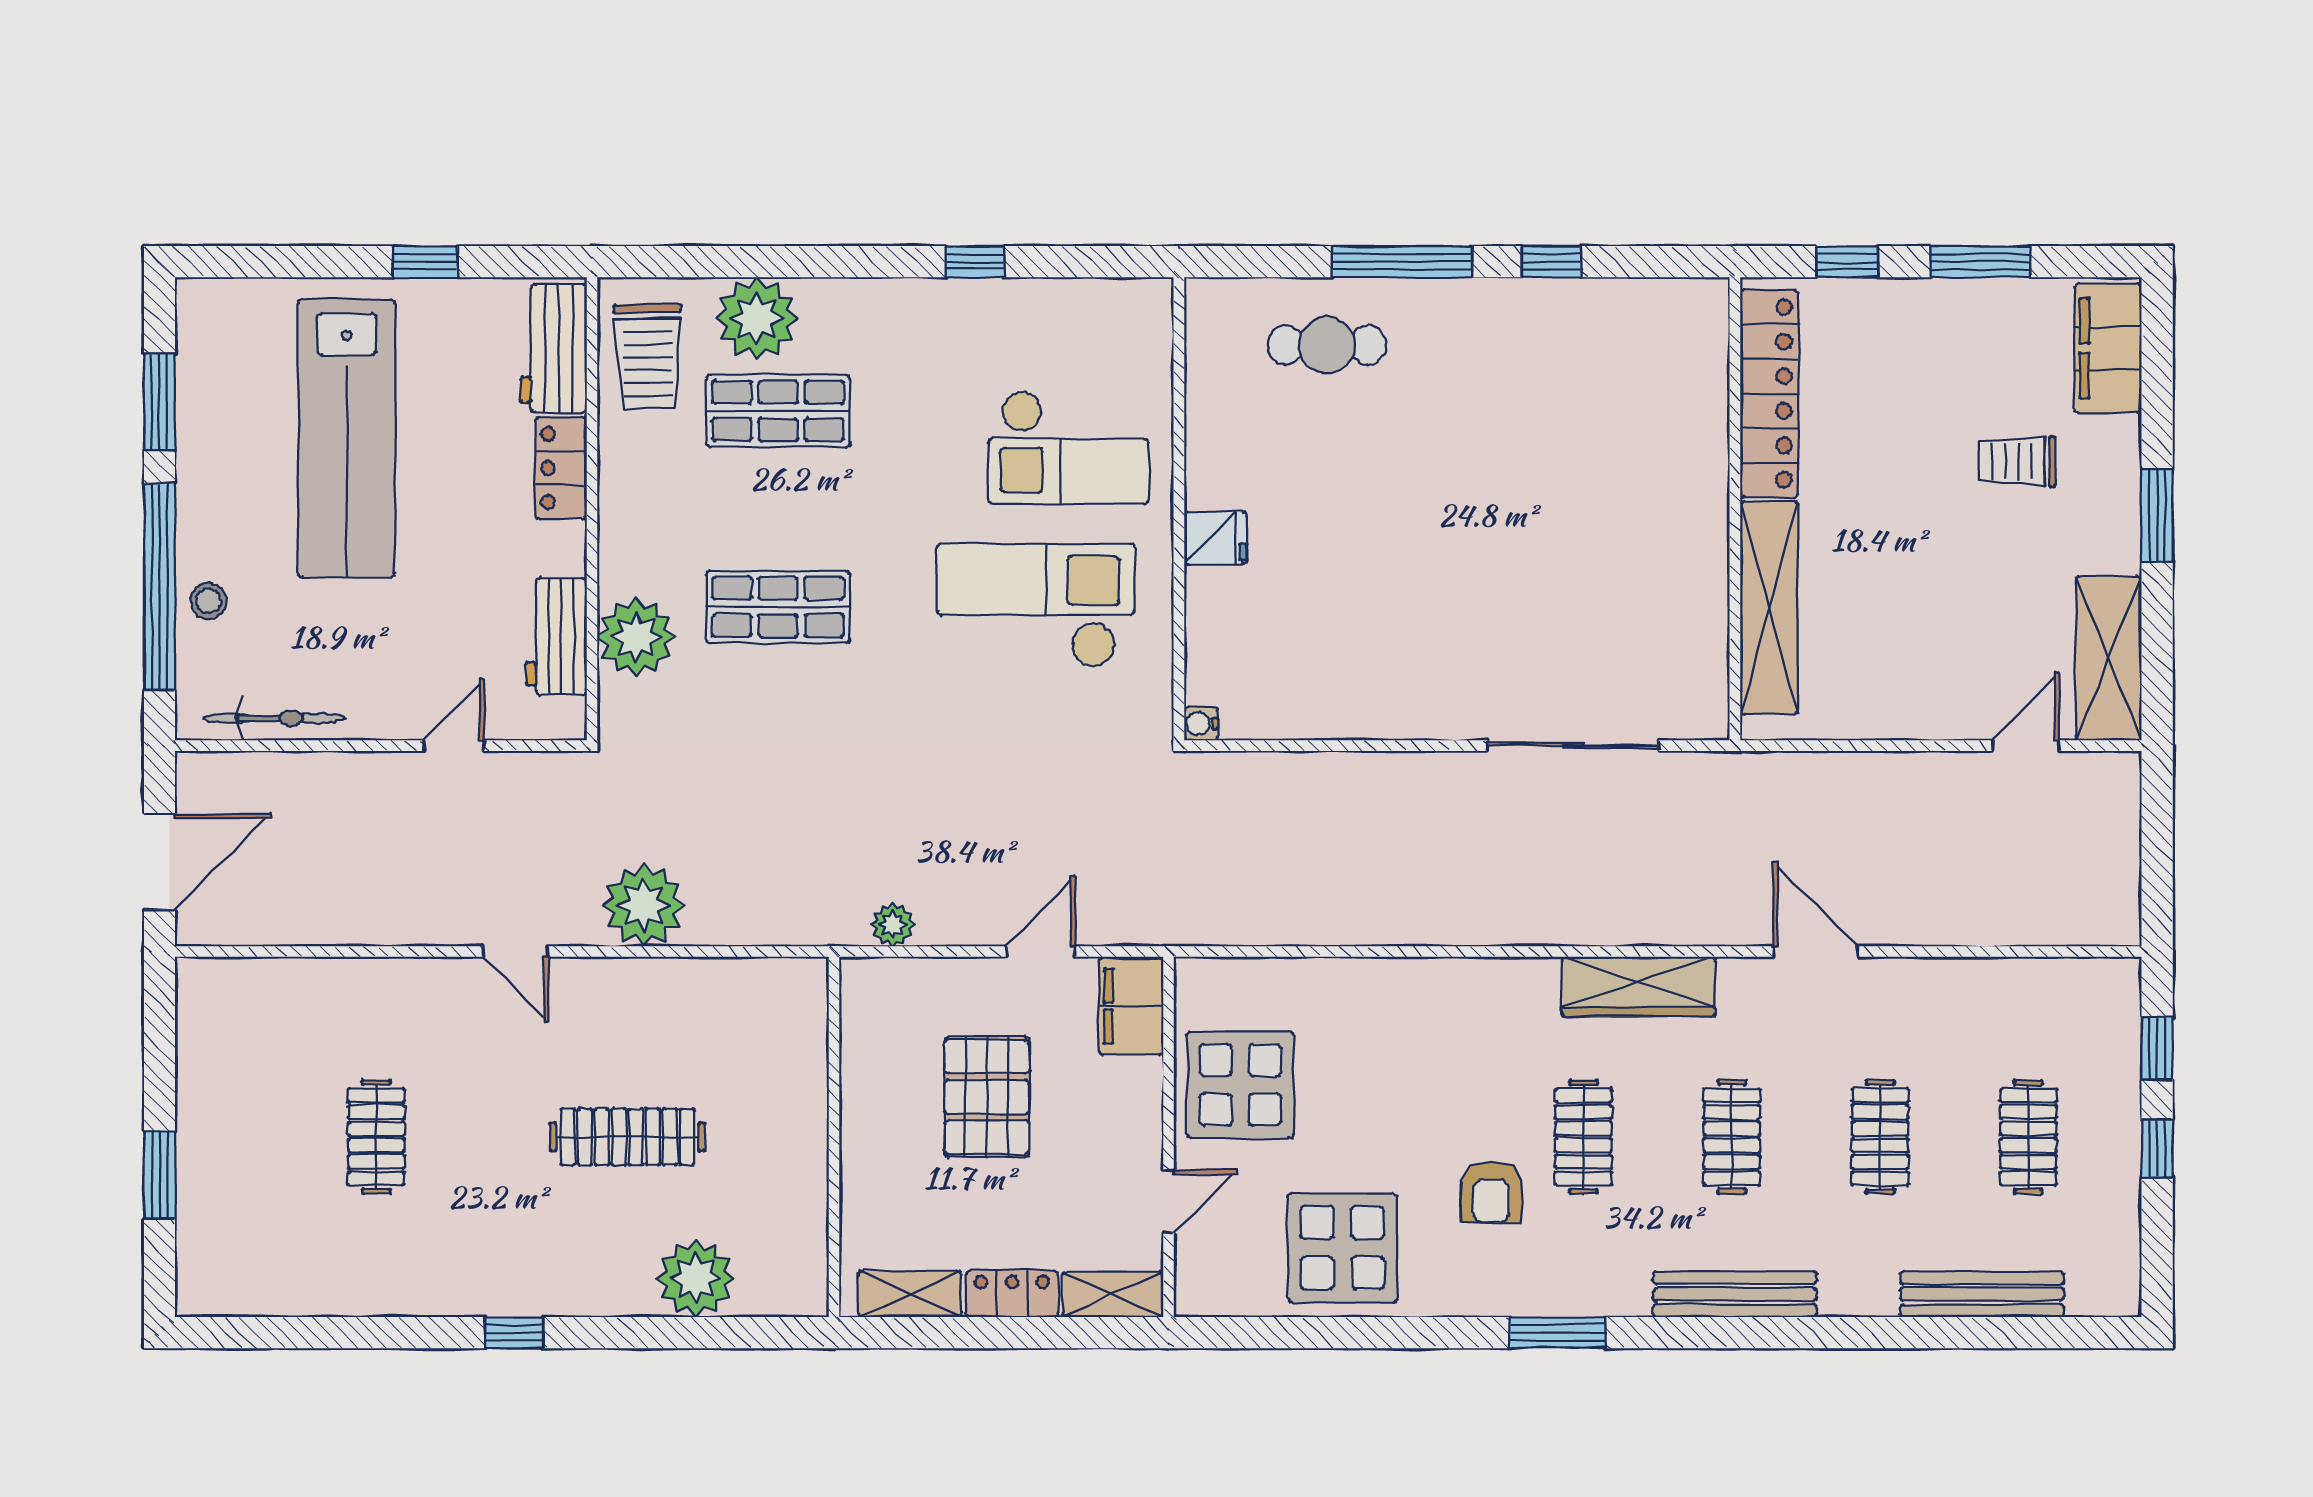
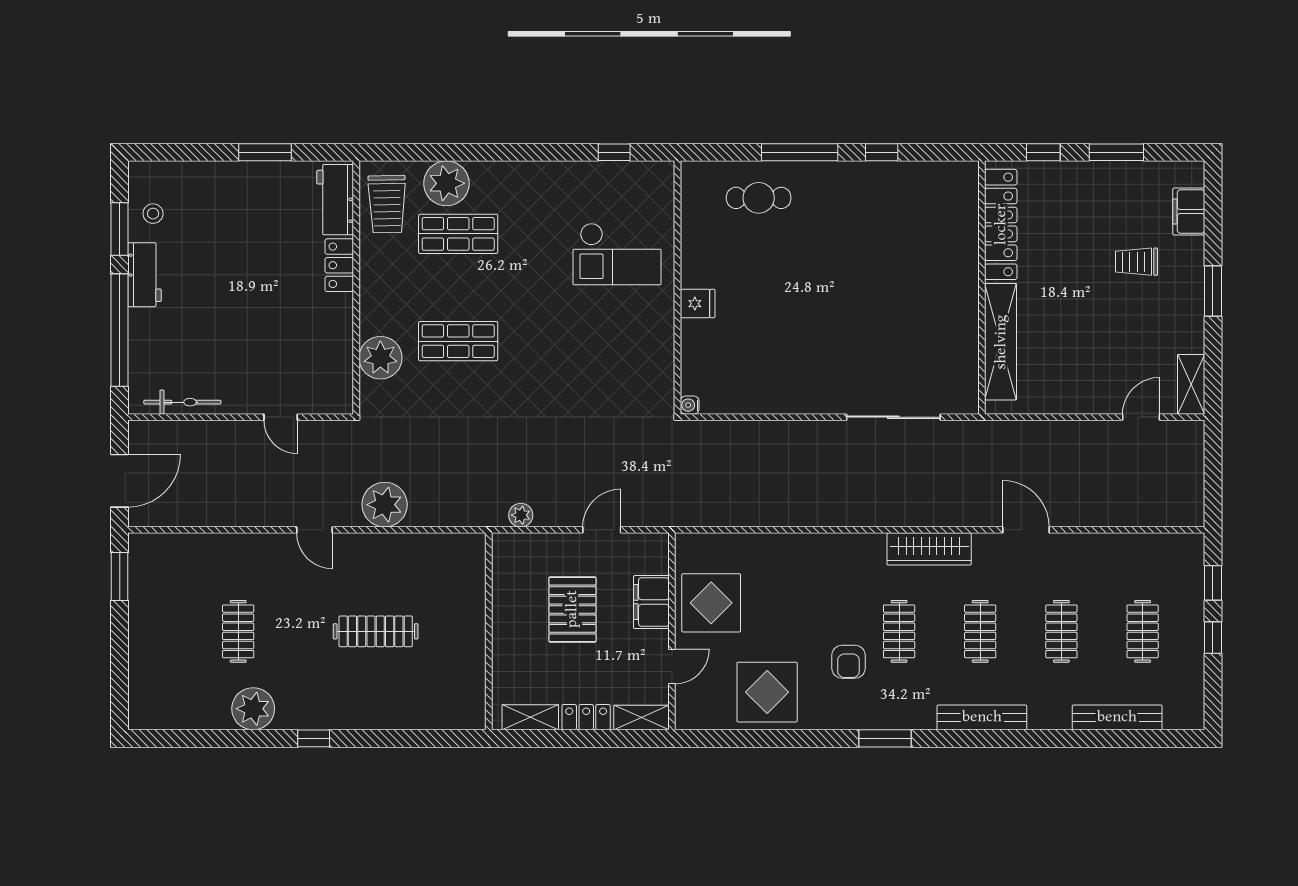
window: (425, 262) -> (265, 152), width x1.50
window: (975, 262) -> (614, 152), moved
filing cabinet: (2108, 348) -> (1189, 212), width x0.67, depth x0.86
lab bench: (347, 438) -> (222, 249), removed
stool: (209, 601) -> (153, 214), moved
checkout: (1036, 605) -> (599, 340), removed
workbench: (557, 636) -> (145, 275), moved, turned 180
shelving: (2109, 658) -> (1191, 384), width x0.67, depth x0.75
door: (454, 746) -> (281, 417), swing flipped
filing cabinet: (1131, 1006) -> (651, 602), moved
window: (159, 1175) -> (120, 577), moved
plant: (696, 1278) -> (253, 709), moved

